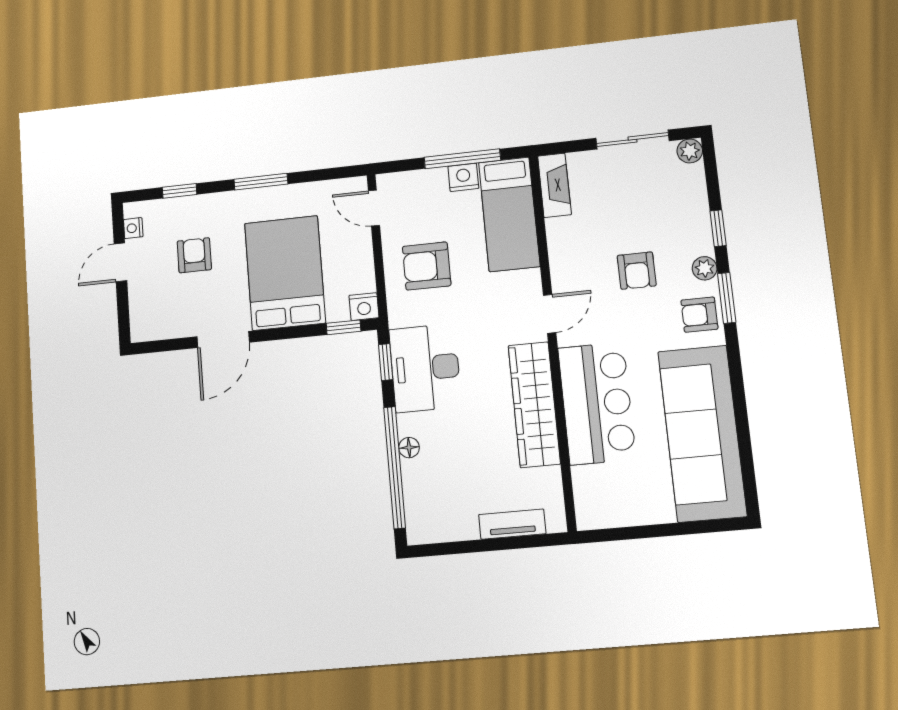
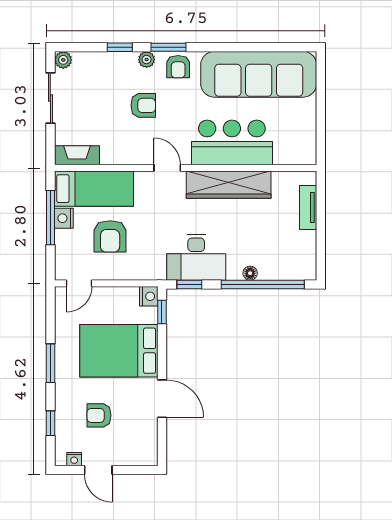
armchair: (427, 266) -> (110, 236), moved

